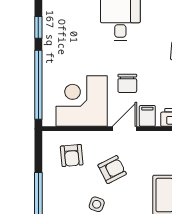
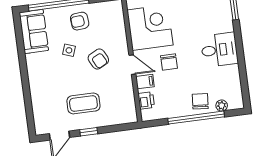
chair: (127, 83) -> (169, 62), turned -90
armchair: (72, 155) -> (80, 21), moved

